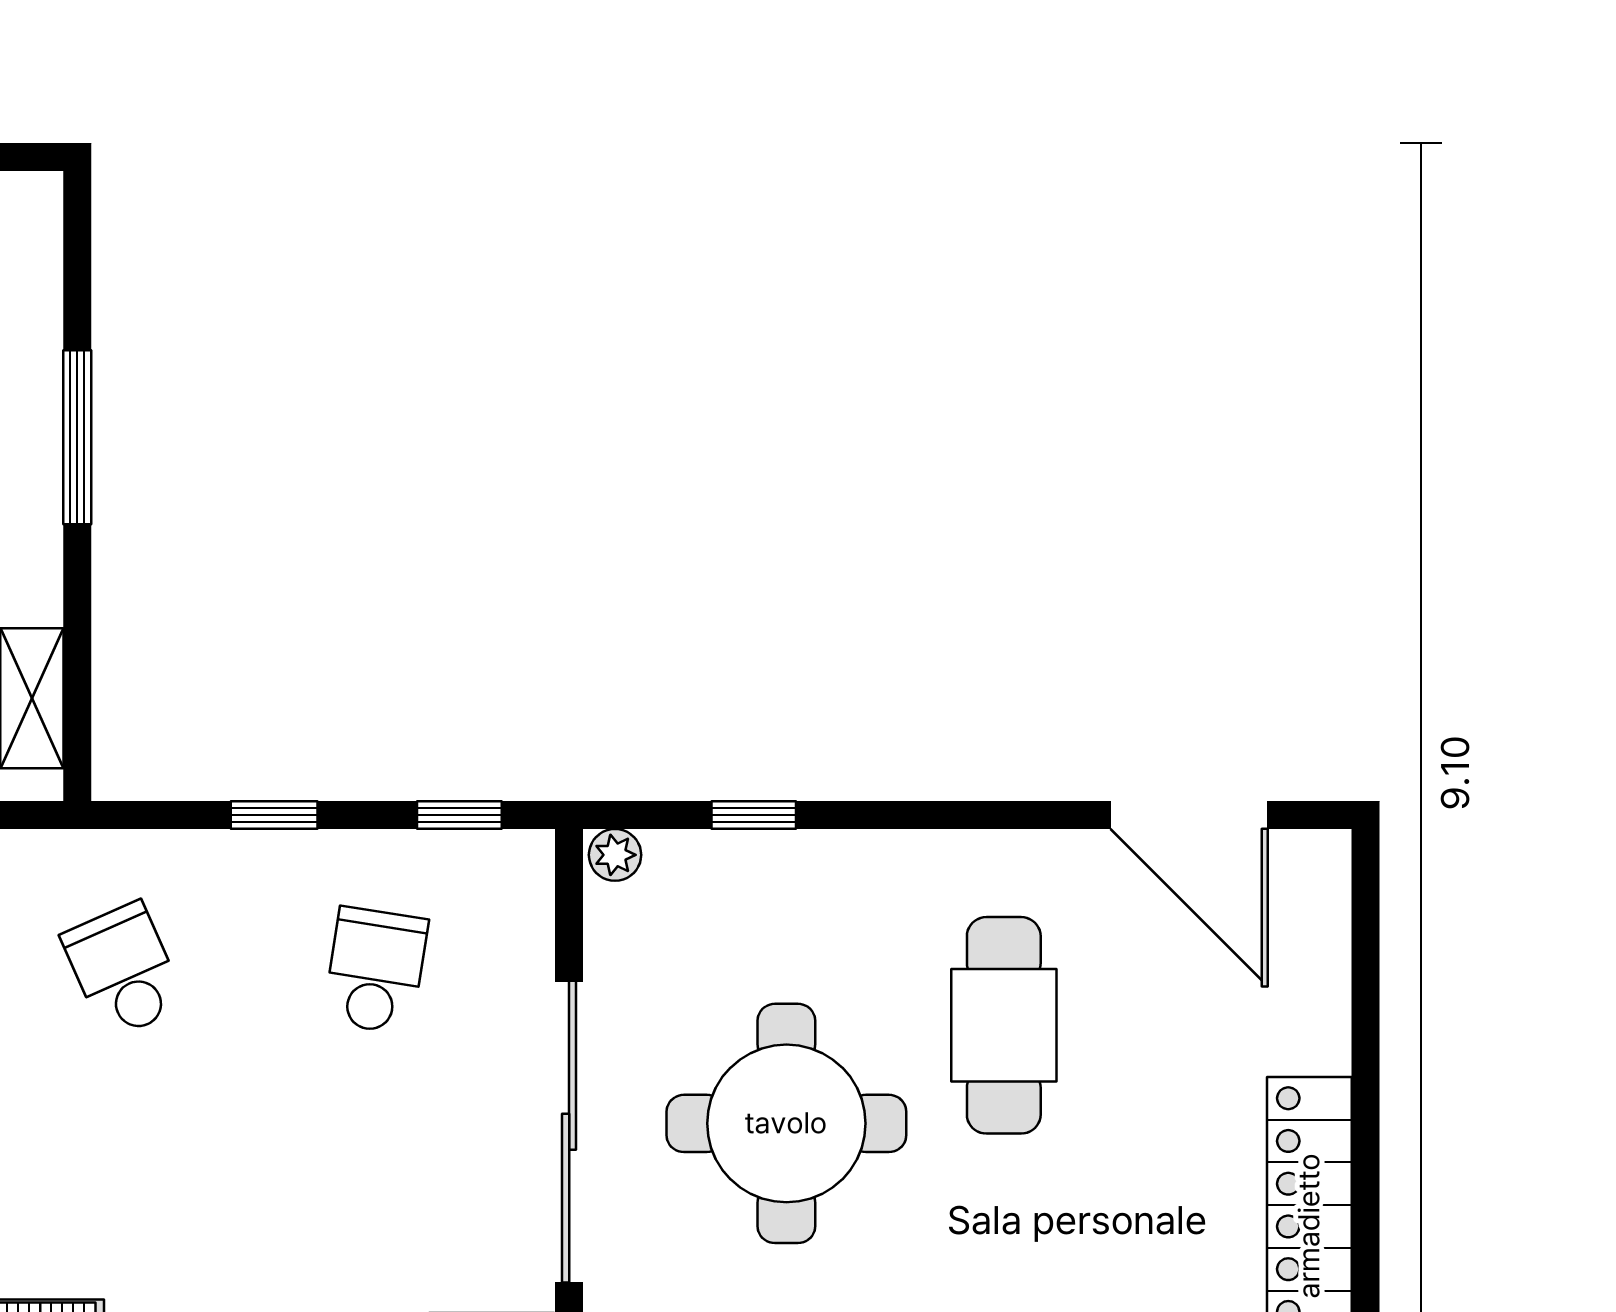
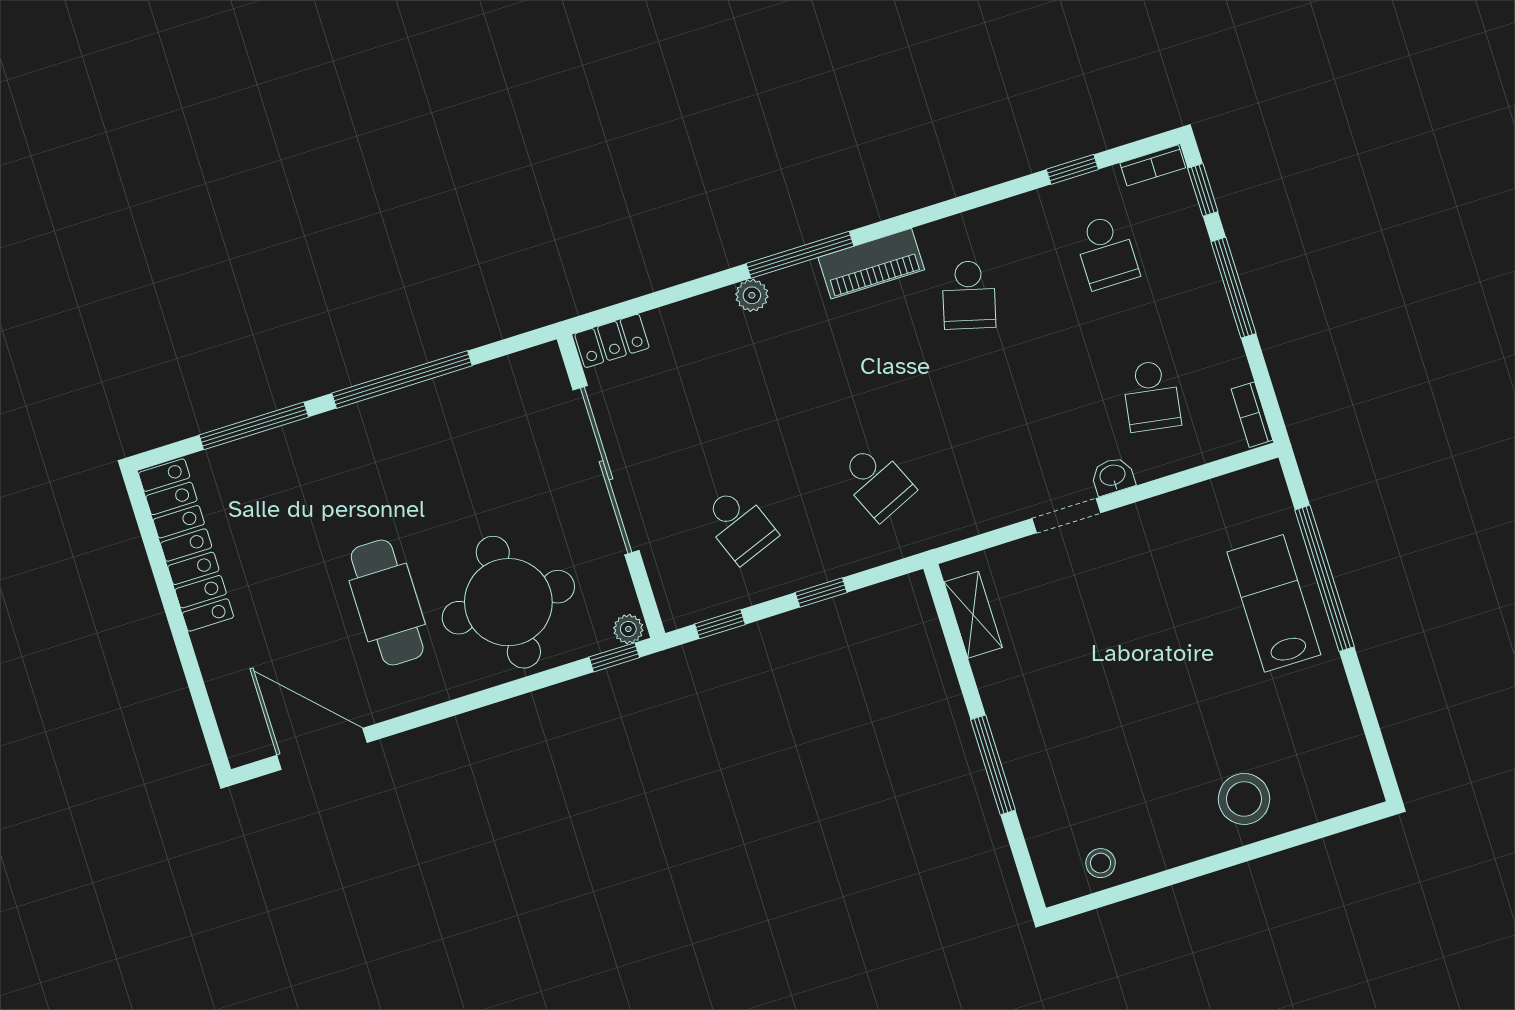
window: (754, 815) -> (614, 657), moved
school desk: (376, 970) -> (739, 525), turned -30
round table: (786, 1123) -> (508, 602), moved

